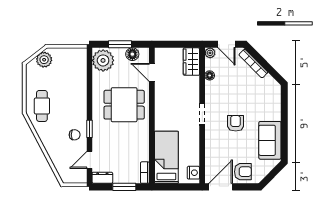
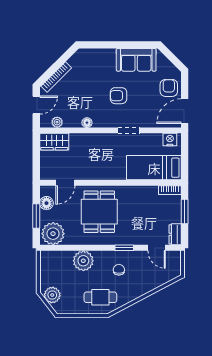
plant: (210, 53) -> (57, 122), moved
floor lamp: (210, 75) -> (87, 123), moved
plant: (77, 89) -> (83, 261), added
doorway: (202, 114) -> (129, 130), moved
chair: (75, 135) -> (119, 270), moved
door: (221, 187) -> (185, 111), hinge flipped

